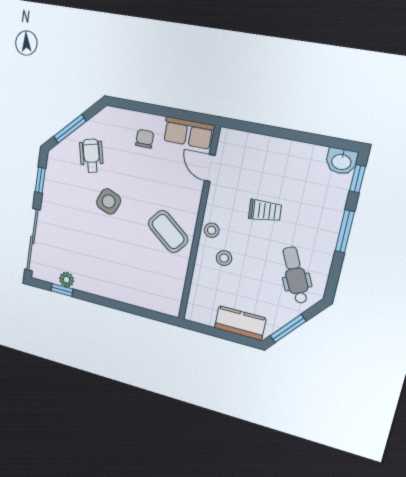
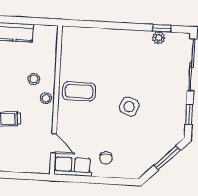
wheelchair: (91, 156) -> (147, 140), removed
coffee table: (168, 232) -> (79, 91), turned -38

